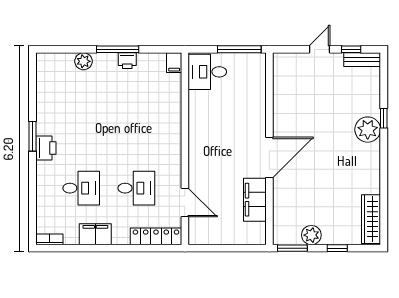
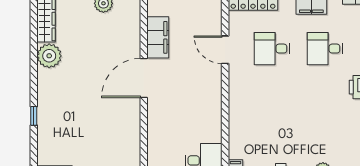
plant: (368, 130) -> (49, 56), moved
door: (185, 202) -> (225, 50), moved

